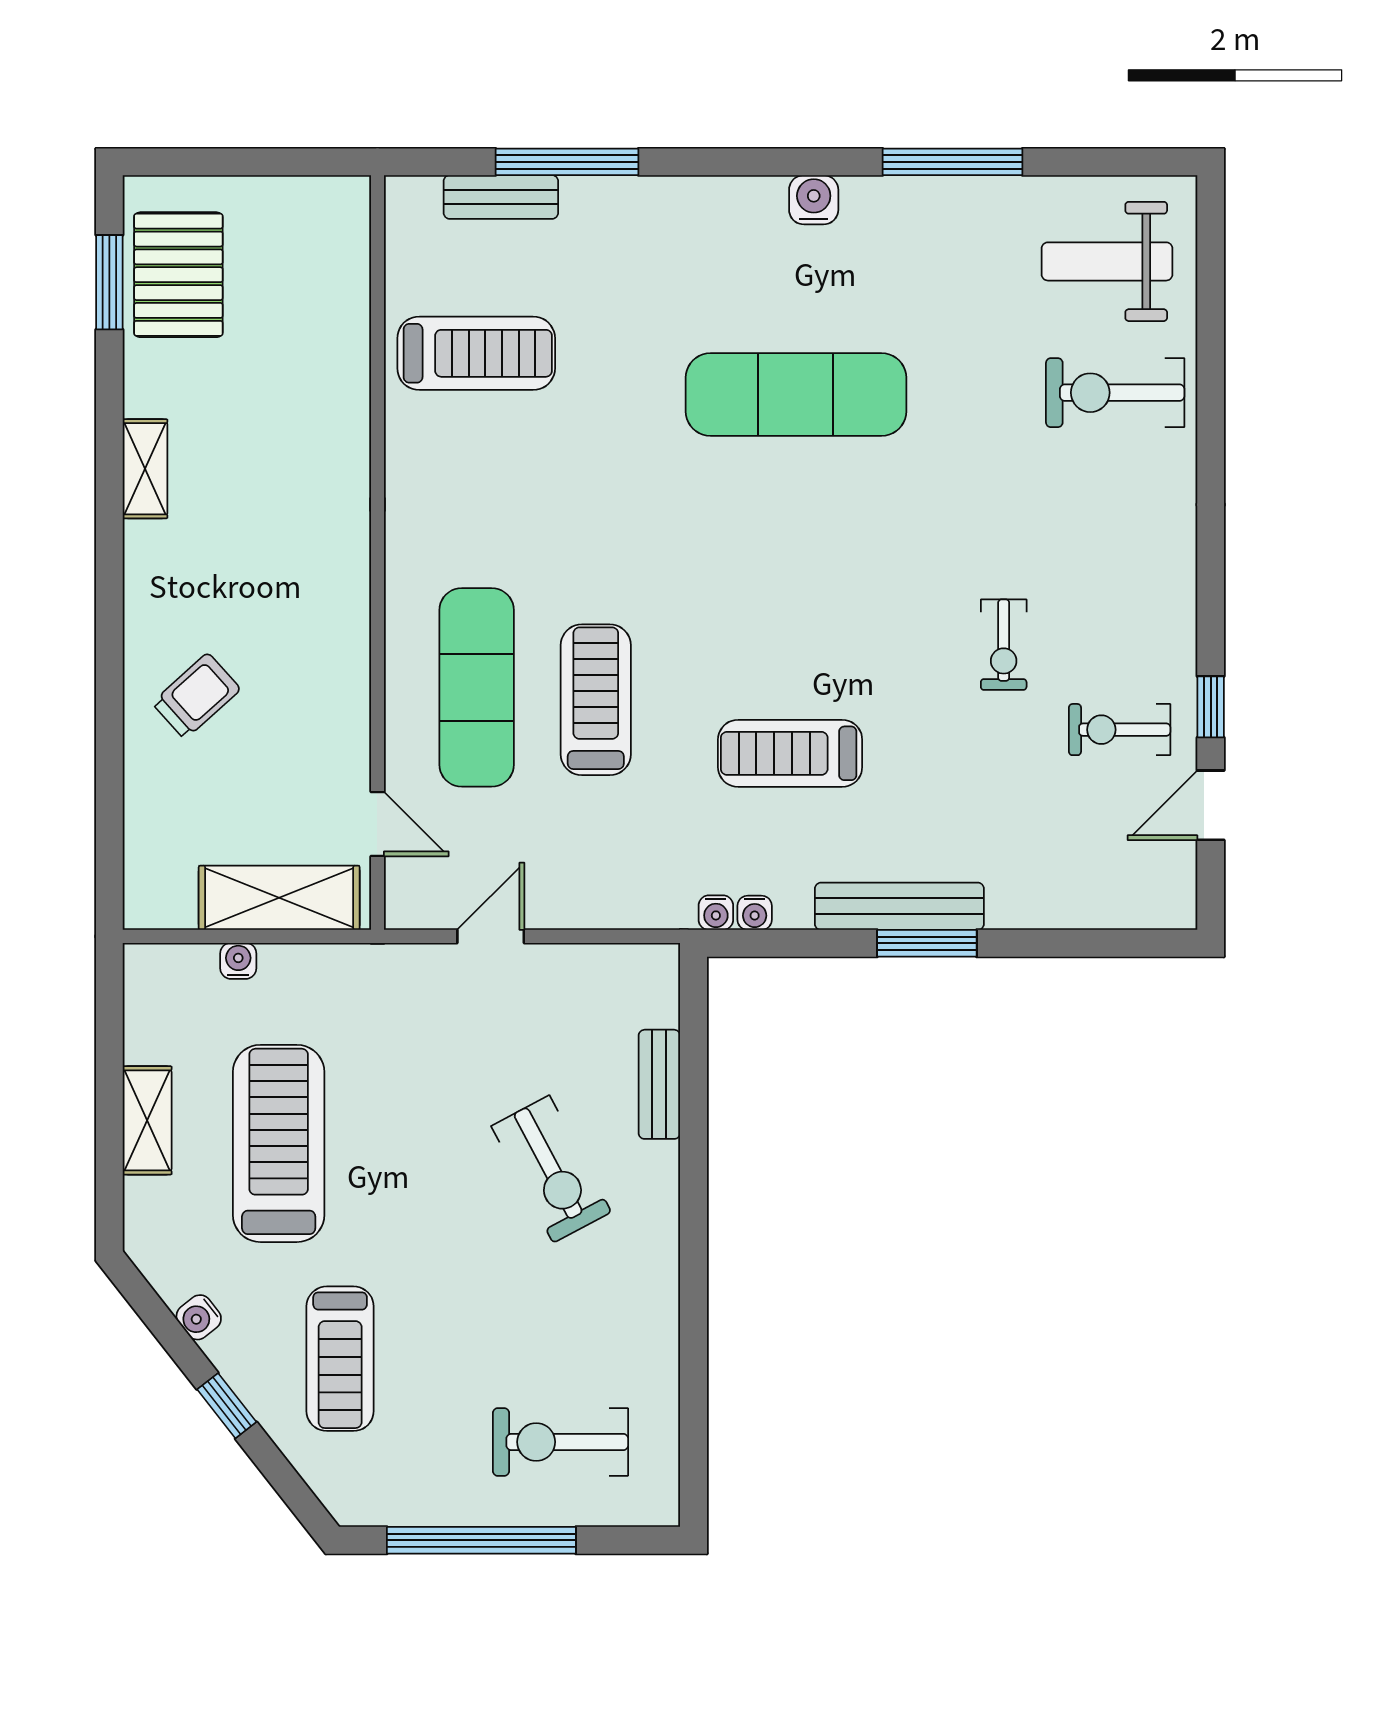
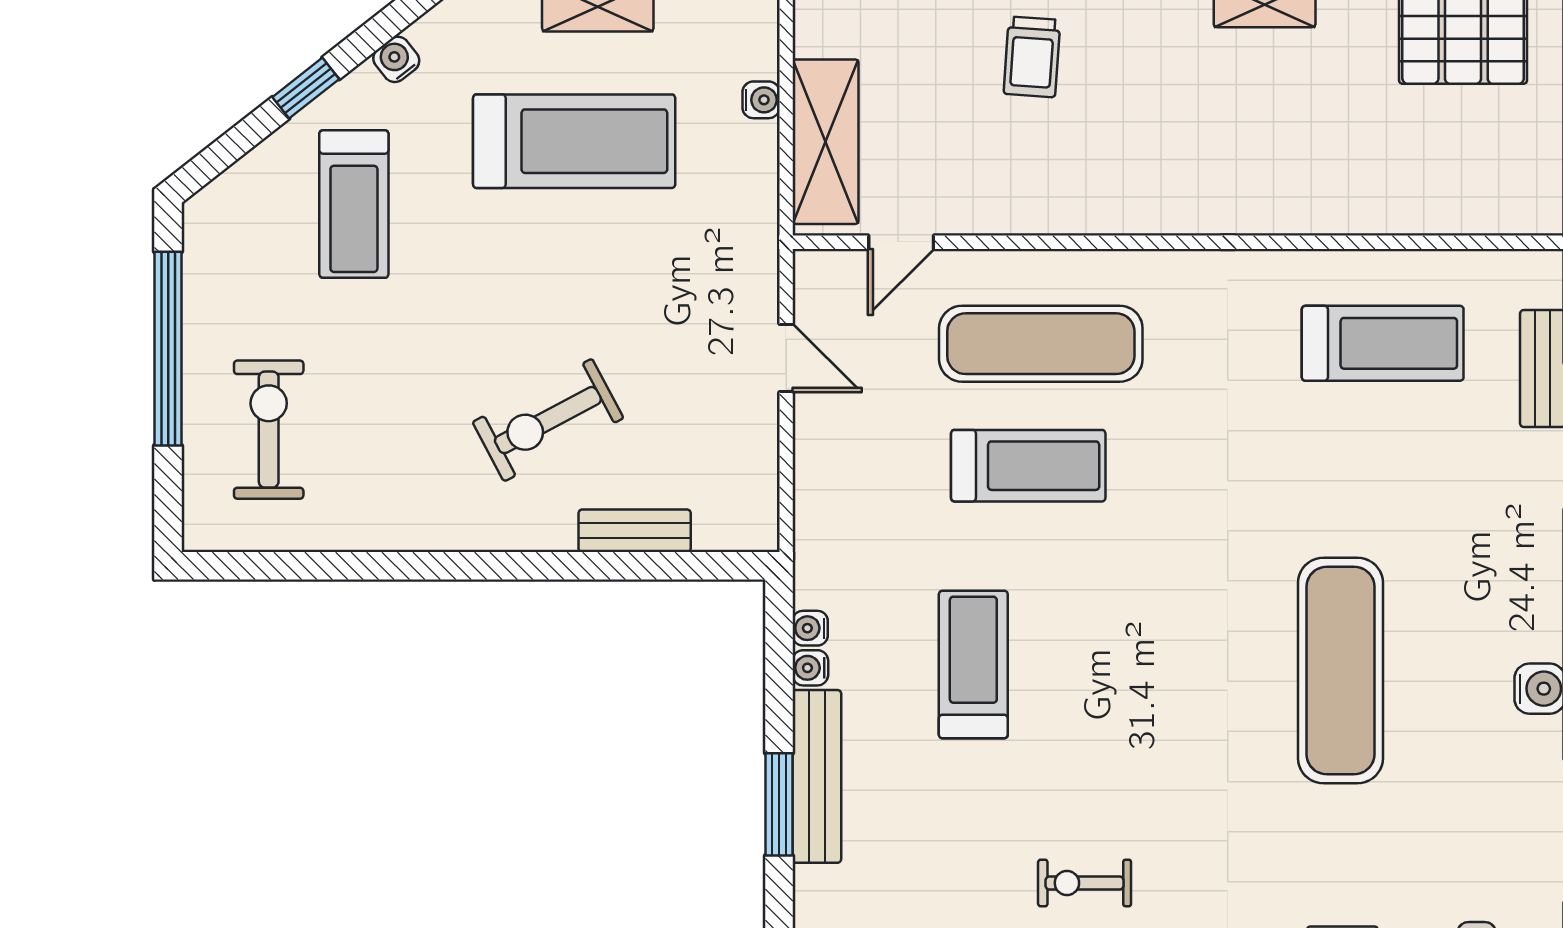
treadmill: (476, 353) -> (1383, 343), turned -90
trolley: (196, 696) -> (1032, 57), turned 46
water cooler: (716, 913) -> (810, 668), moved
treadmill: (340, 1359) -> (354, 204), turned -90

